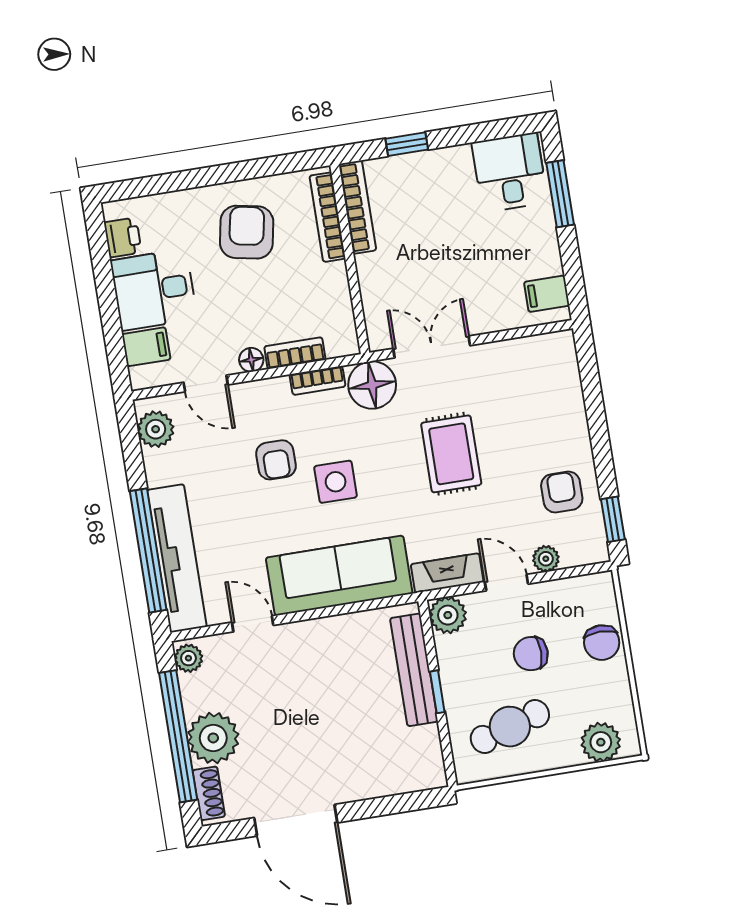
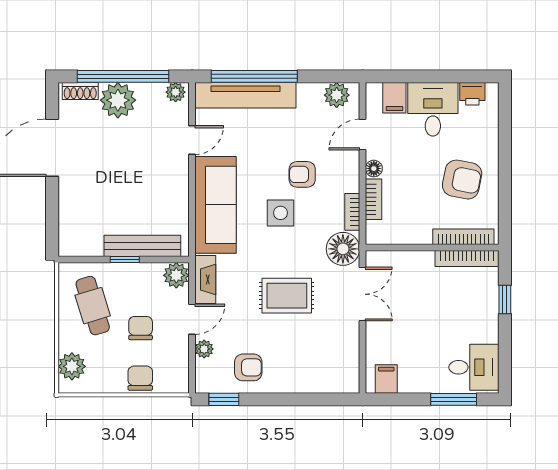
chair: (602, 643) -> (140, 378), turned 90

